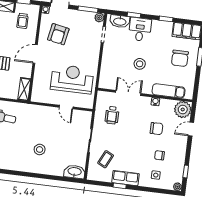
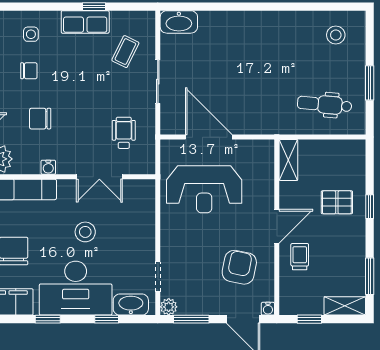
trolley: (23, 21) -> (300, 257), moved
desk: (140, 29) -> (76, 288), width x1.87, depth x1.30
door: (66, 107) -> (209, 137), width x1.88
stool: (40, 149) -> (247, 54), removed

